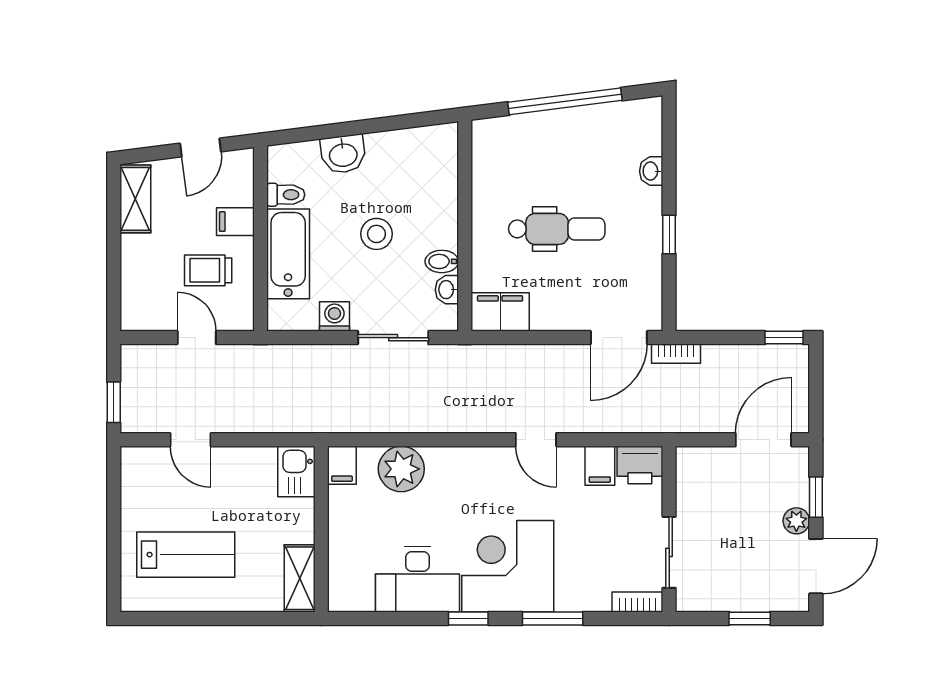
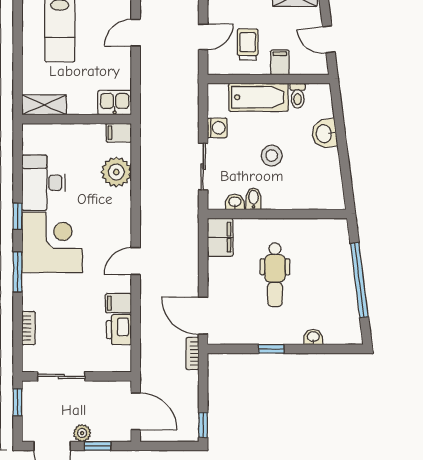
wall: (669, 529) -> (77, 376), moved
sliding door: (669, 552) -> (61, 376), moved

